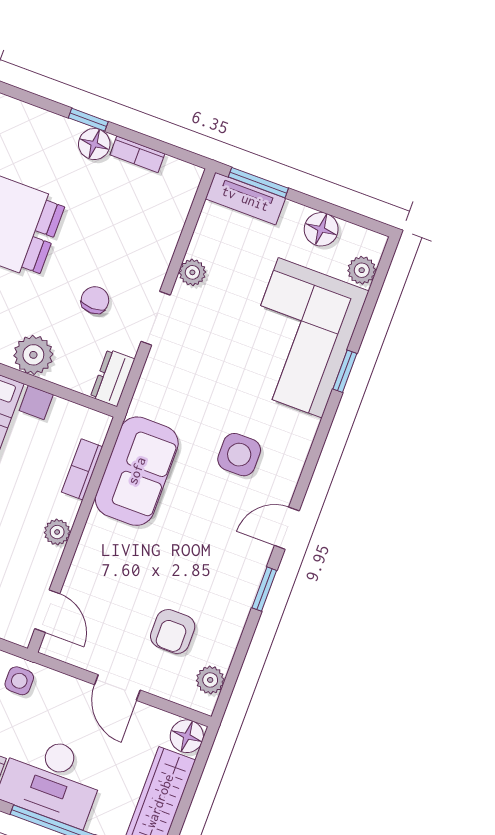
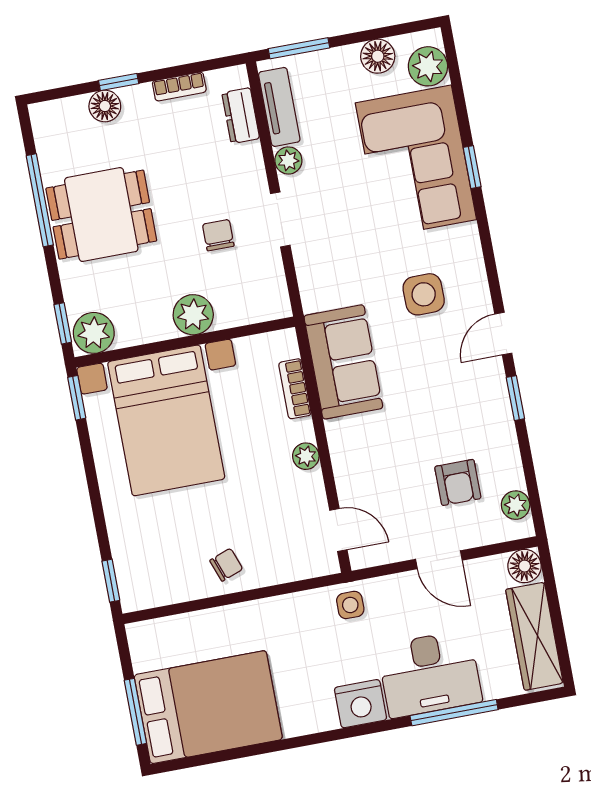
floor lamp: (94, 144) -> (105, 106), moved
tv unit: (245, 199) -> (279, 107), moved, turned -90
plant: (362, 270) -> (428, 66), width x1.38, depth x1.38
dresser: (113, 378) -> (241, 116), moved

